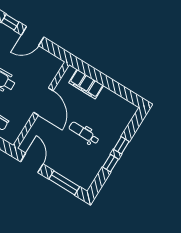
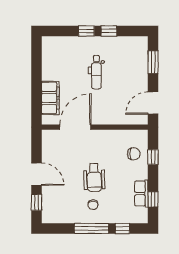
door: (43, 101) -> (75, 127), moved
window: (64, 183) -> (153, 62), width x0.69

